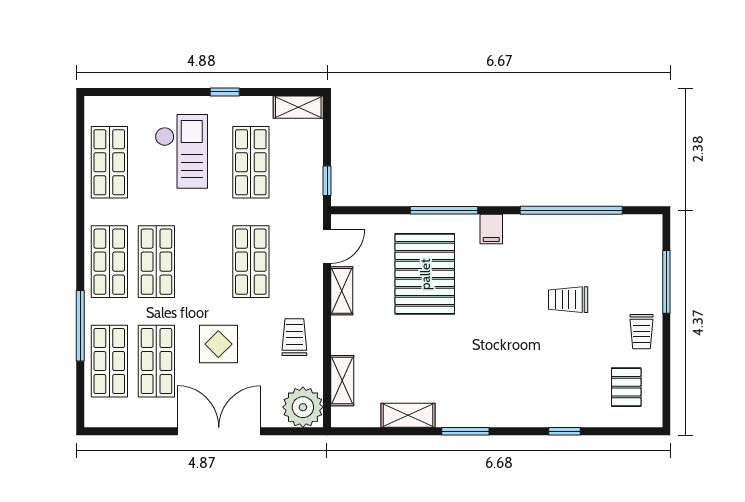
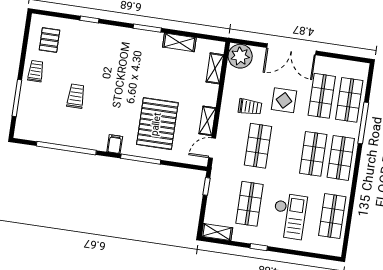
checkout: (181, 151) -> (289, 216), turned 180
trolley: (568, 300) -> (76, 96), turned -90
trolley: (294, 337) -> (250, 107), moved, turned -90

